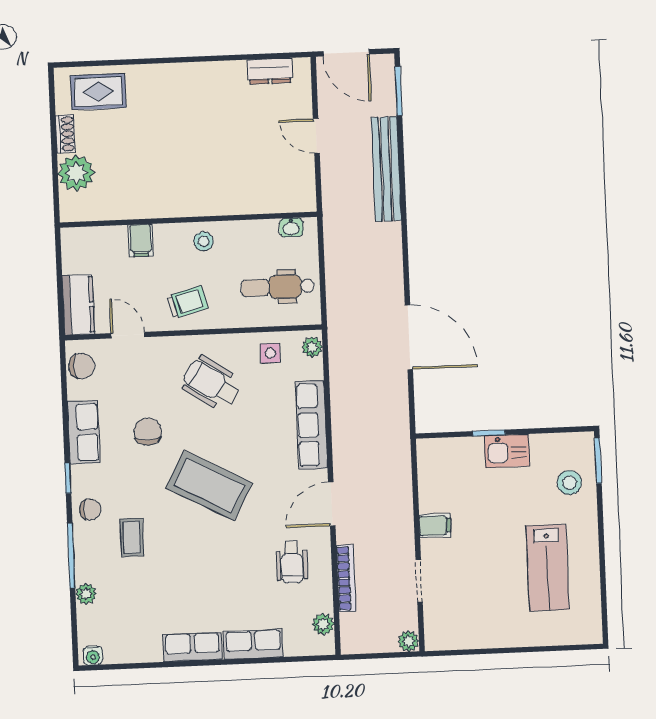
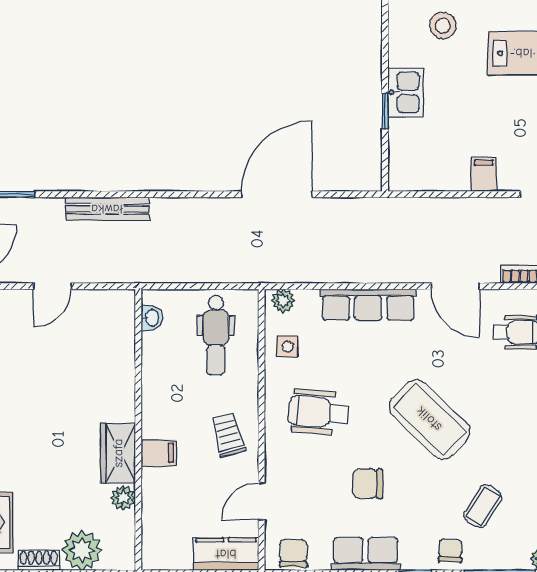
bench: (386, 169) -> (107, 209), width x0.73, depth x0.82
wardrobe: (166, 202) -> (118, 453), added
plant: (126, 208) -> (123, 498), added
filing cabinet: (141, 240) -> (159, 453), moved
stool: (204, 241) -> (163, 414), removed
wheelchair: (211, 383) -> (318, 412), turned 62
coffee table: (209, 485) -> (429, 419), turned -74
coffee table: (132, 537) -> (483, 506), turned -58

